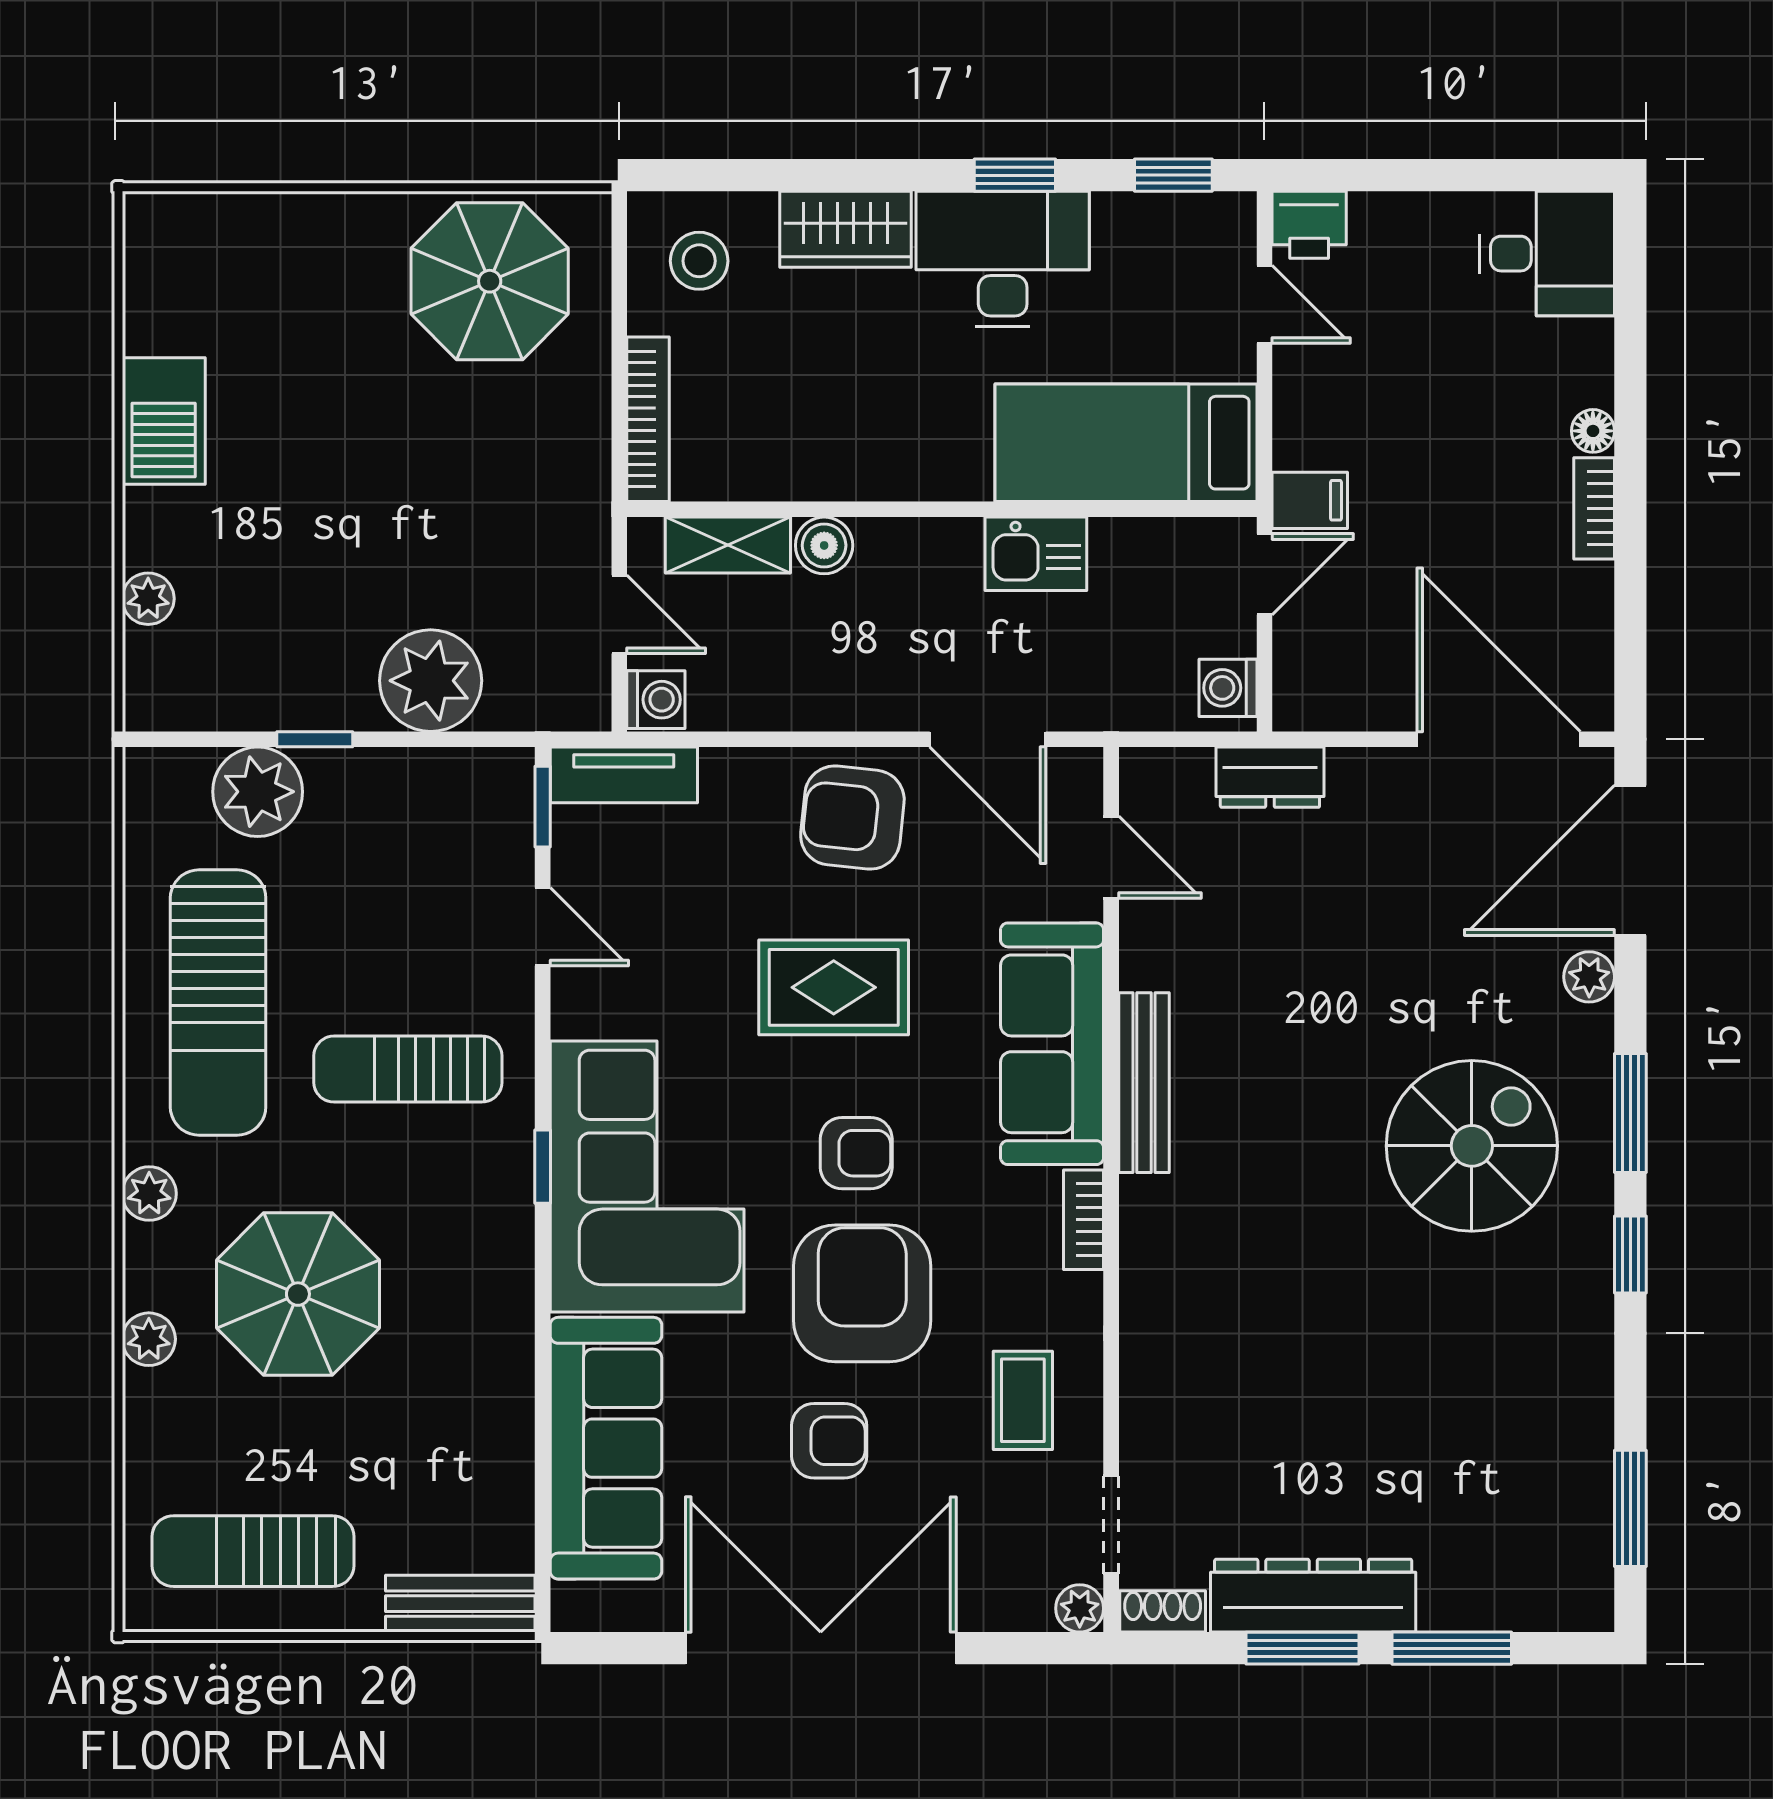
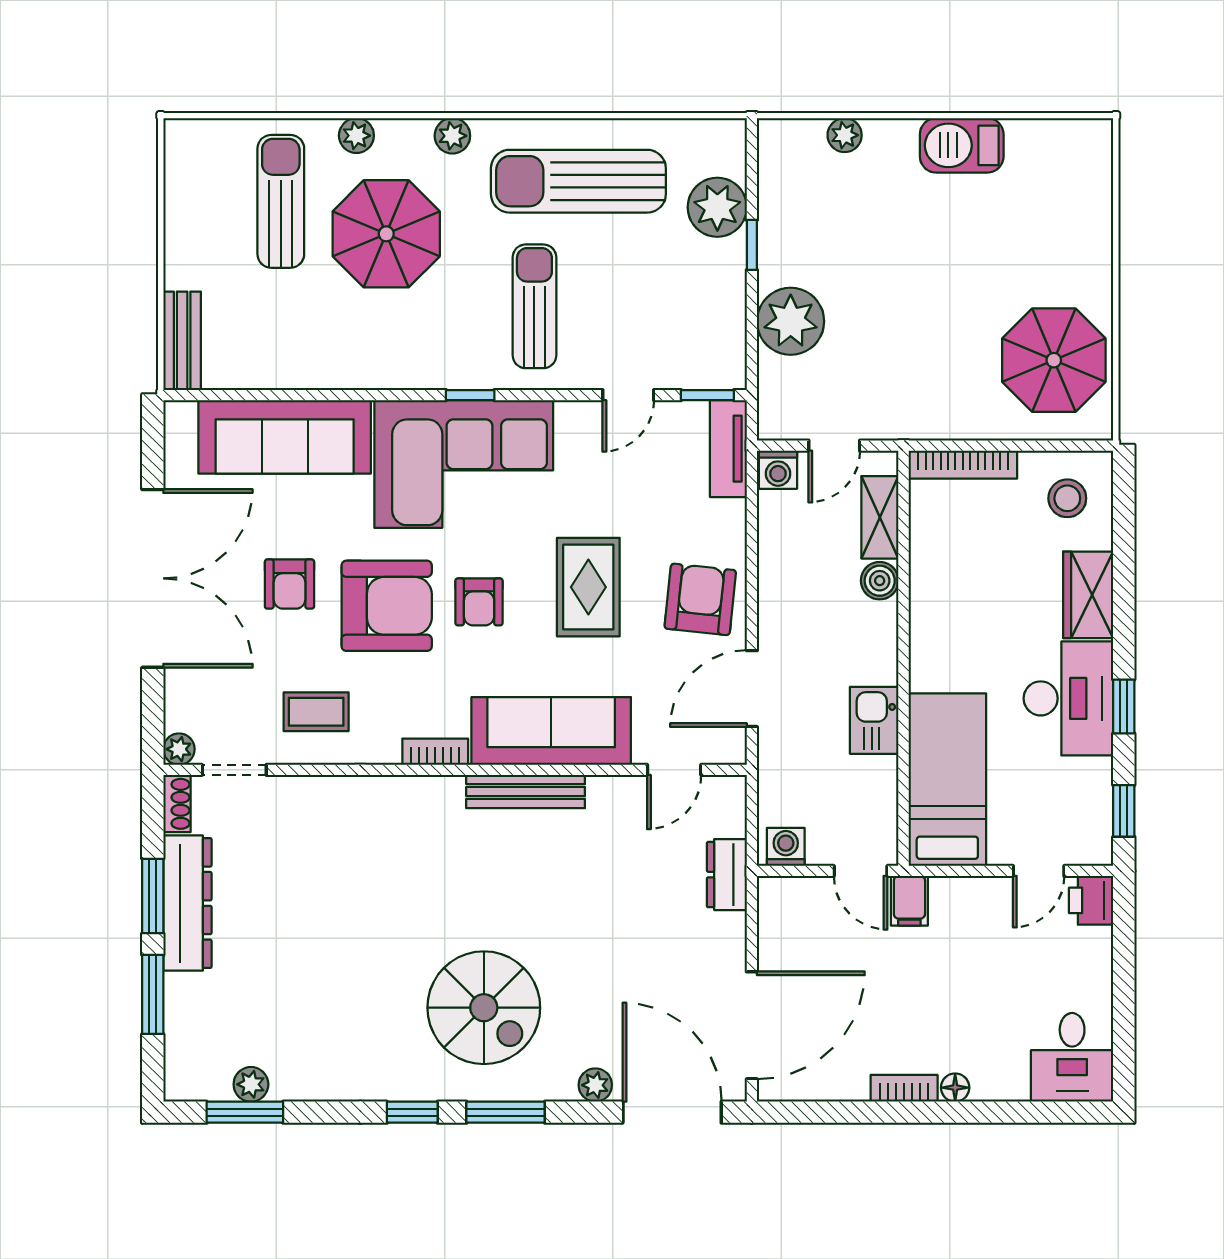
plant: (1588, 1499) -> (251, 1084), added
sun lounger: (253, 1551) -> (281, 201), moved

